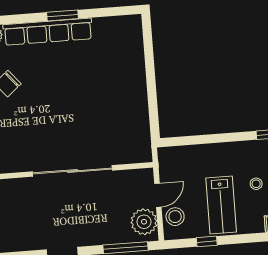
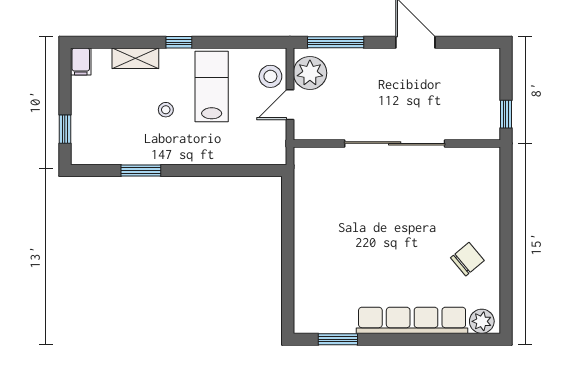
window: (63, 15) -> (338, 339), moved
window: (207, 241) -> (179, 42), moved

